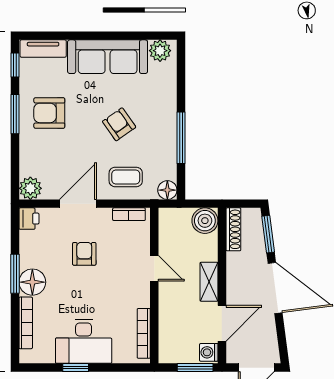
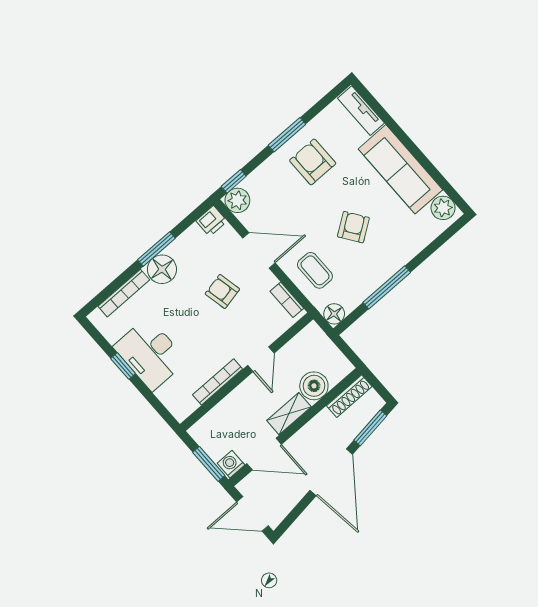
window: (15, 65) -> (234, 181), moved
boiler: (205, 221) -> (314, 386), moved
armchair: (84, 254) -> (222, 291), turned -102
bookcase: (144, 333) -> (218, 382), moved

